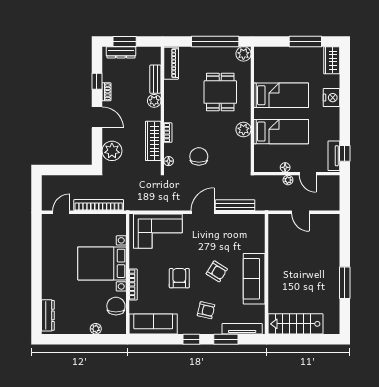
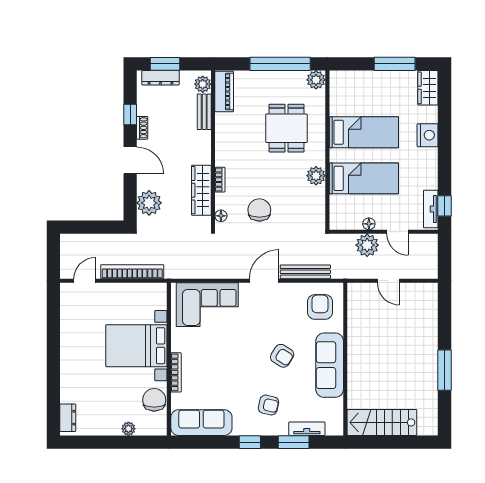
plant: (154, 101) -> (203, 84), moved
plant: (288, 180) -> (367, 245), width x1.87, depth x1.87
armchair: (179, 278) -> (320, 307), moved
dresser: (48, 315) -> (68, 418), width x0.70
tv unit: (242, 329) -> (307, 429), width x0.71

